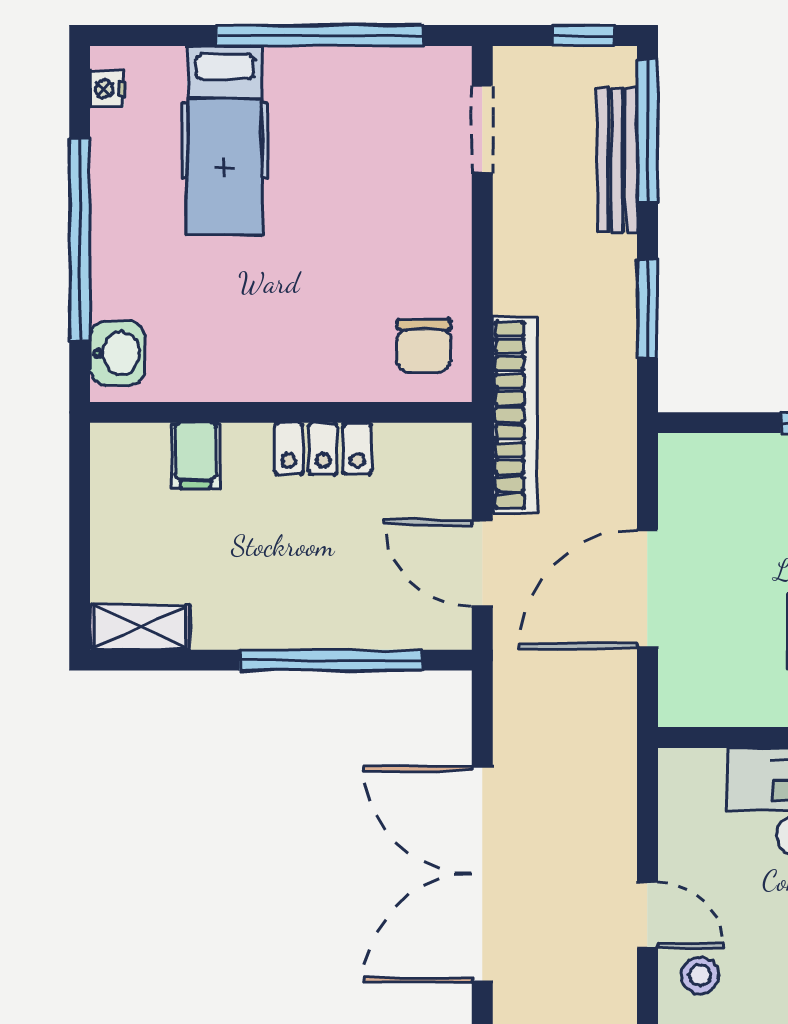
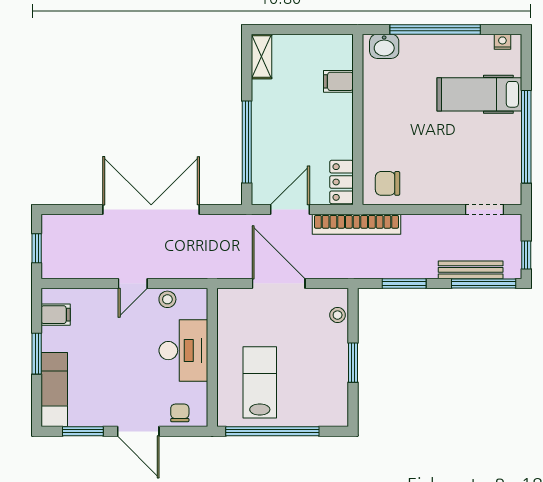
locker: (323, 449) -> (341, 182), moved
stool: (718, 457) -> (338, 315), added
stool: (700, 976) -> (167, 299), moved

